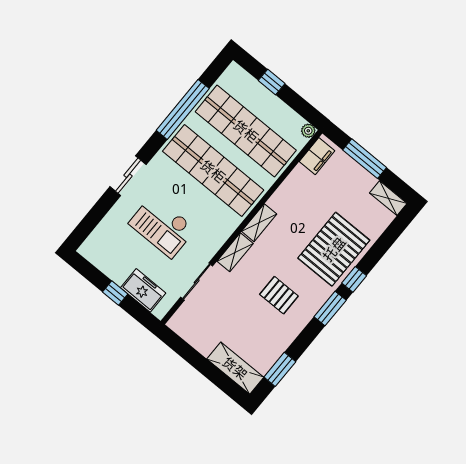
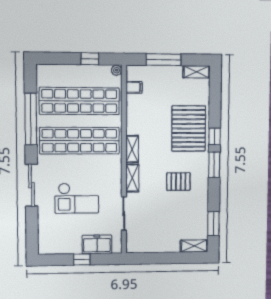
window: (272, 82) -> (90, 59), moved
filing cabinet: (317, 156) -> (134, 87), width x0.50
sliding door: (128, 176) -> (32, 185), width x1.37
shelving: (235, 368) -> (194, 246), width x0.67, depth x0.75

